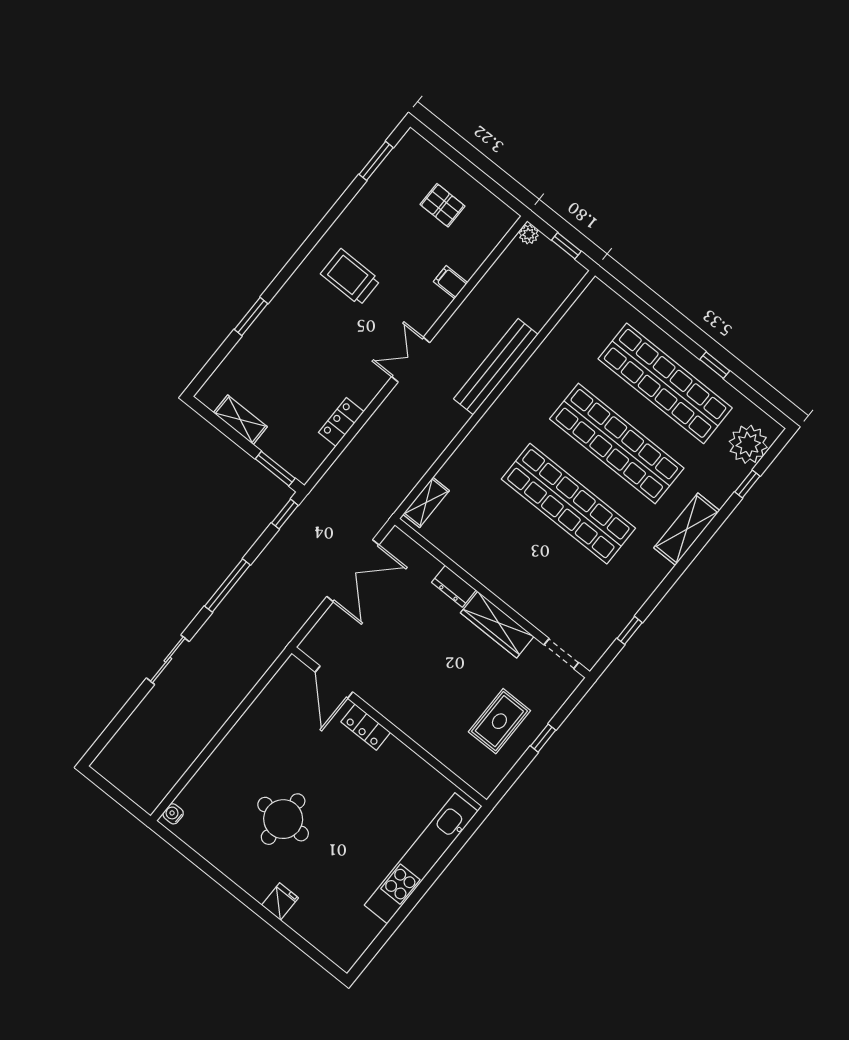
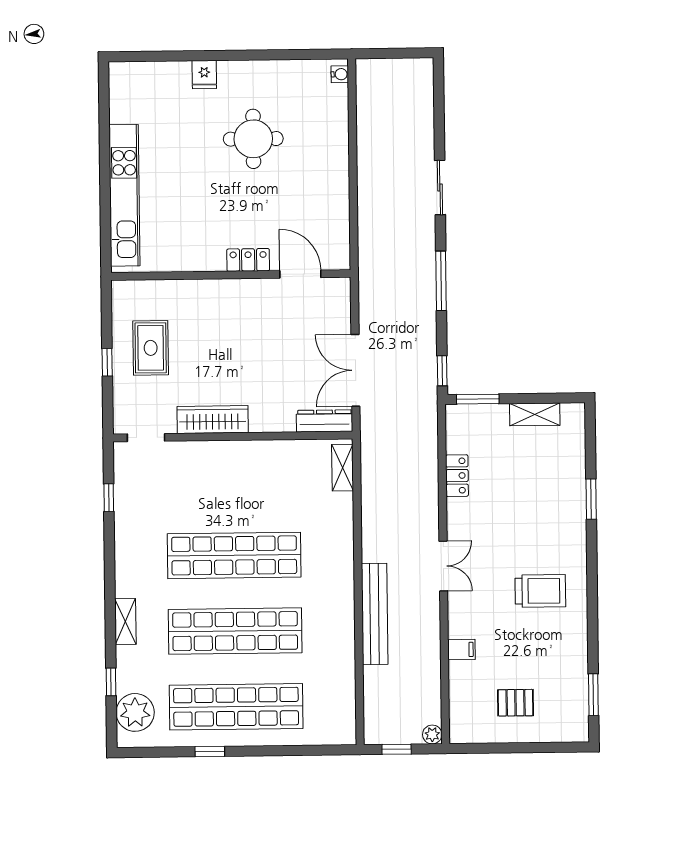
shelving: (687, 529) -> (125, 621), width x0.67, depth x0.75
dresser: (454, 586) -> (325, 421), moved, width x1.44

